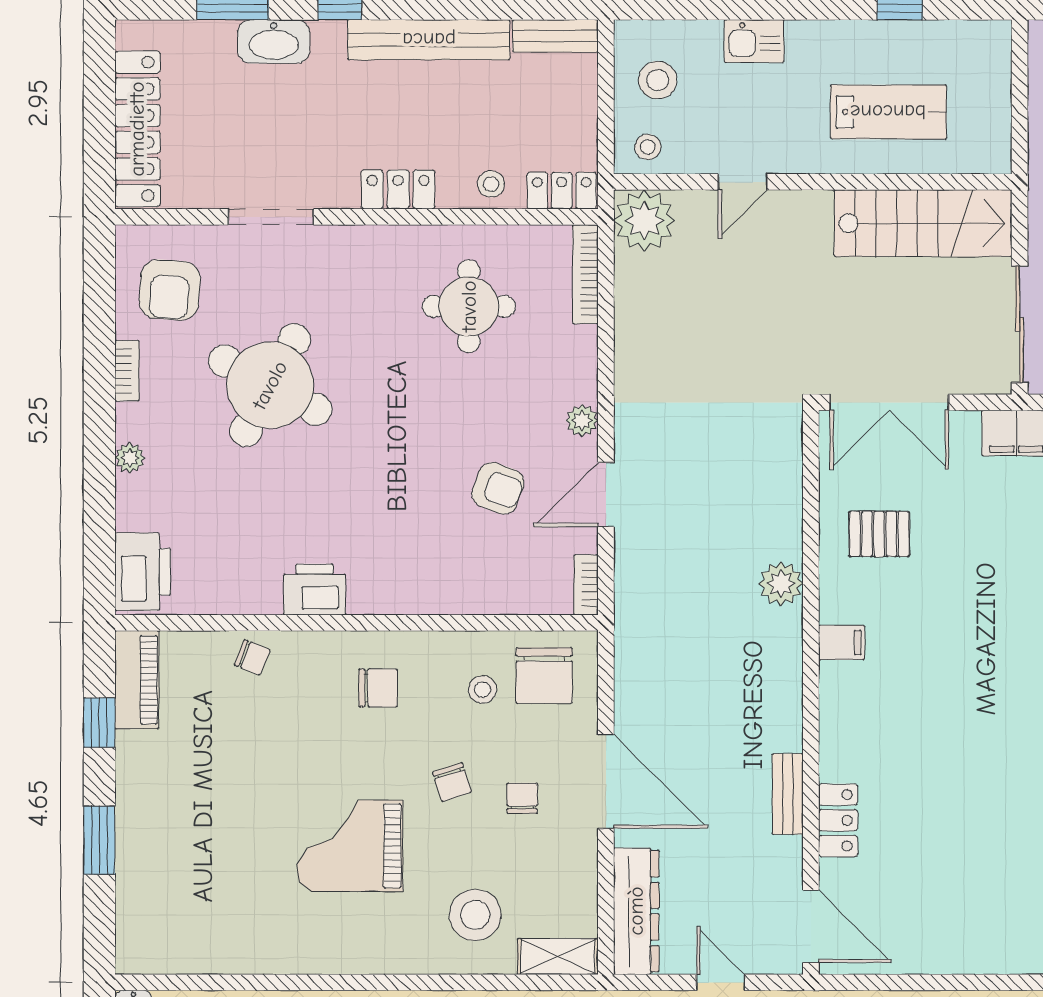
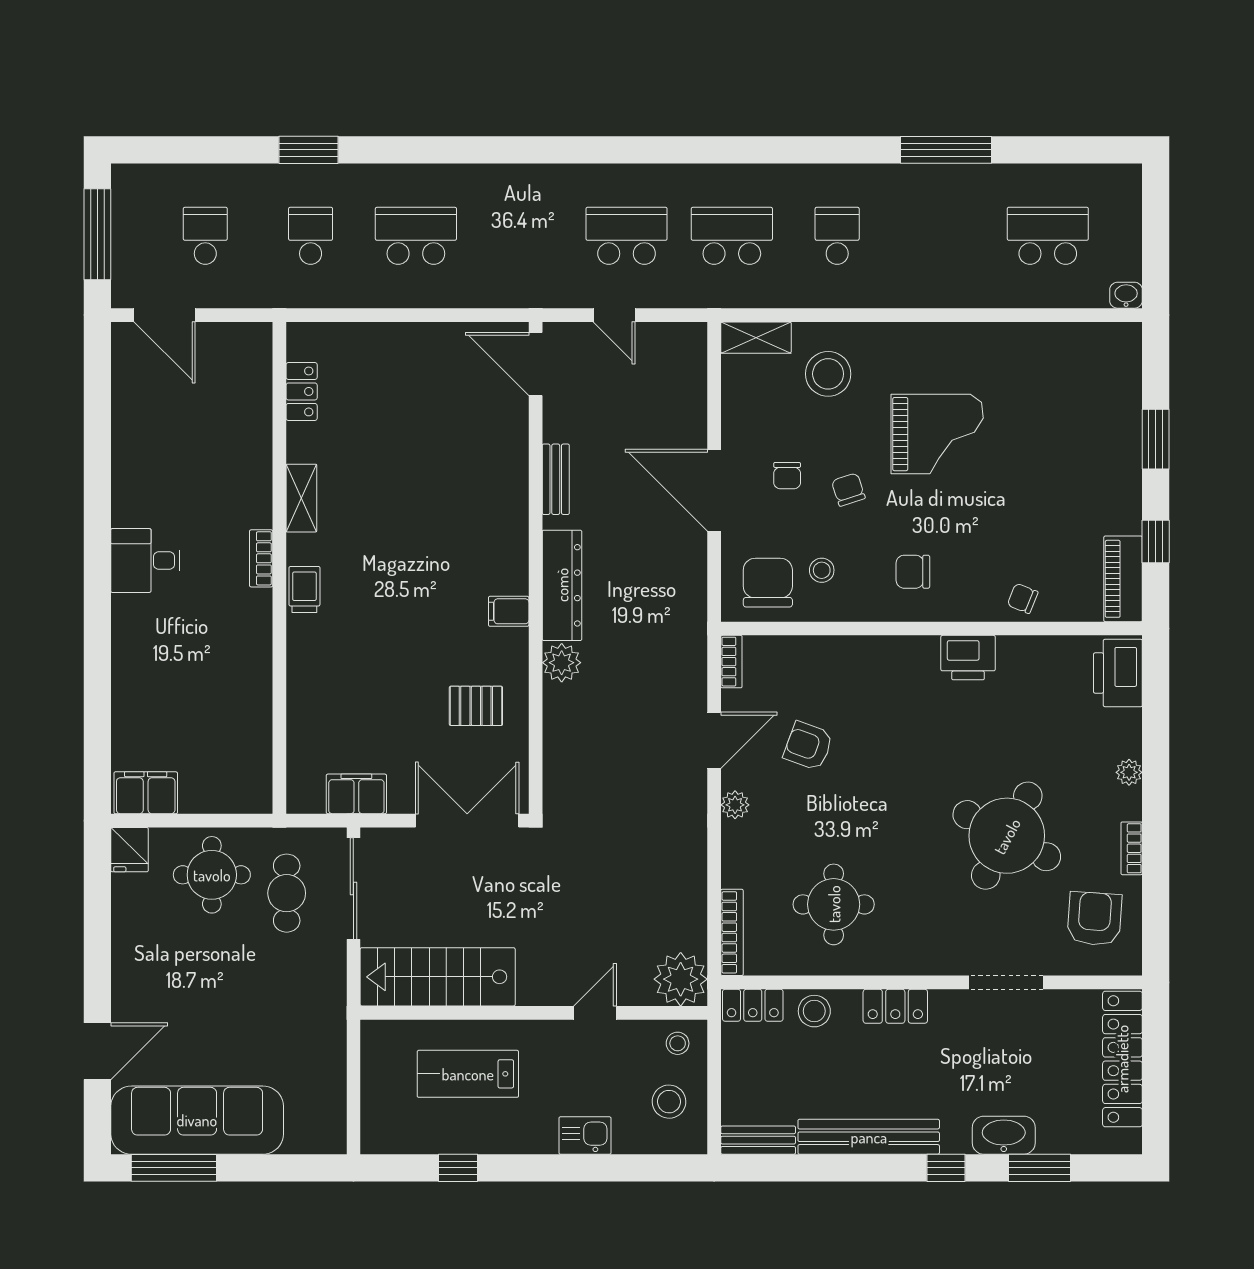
stool: (491, 184) -> (814, 1011), width x1.37, depth x1.37
locker: (838, 820) -> (512, 456), removed
dresser: (636, 911) -> (562, 585), moved, turned 180

